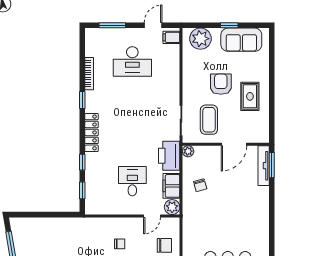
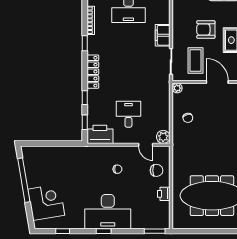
armchair: (221, 84) -> (206, 30), turned -90
door: (234, 144) -> (217, 82), swing flipped
printer: (169, 156) -> (100, 134), moved, turned 90
filing cabinet: (171, 186) -> (163, 35), moved
door: (152, 216) -> (146, 145), hinge flipped

